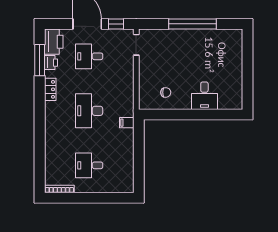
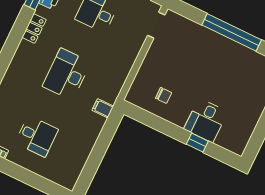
window: (206, 114) -> (197, 143), added
desk: (89, 165) -> (37, 136), turned 180

